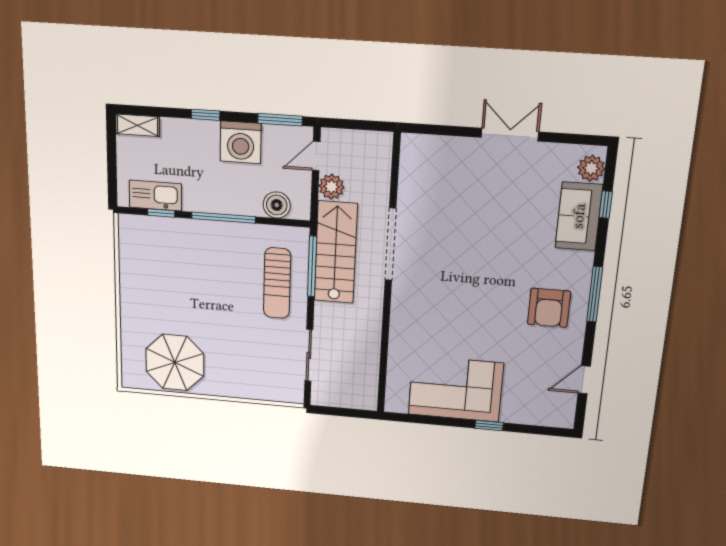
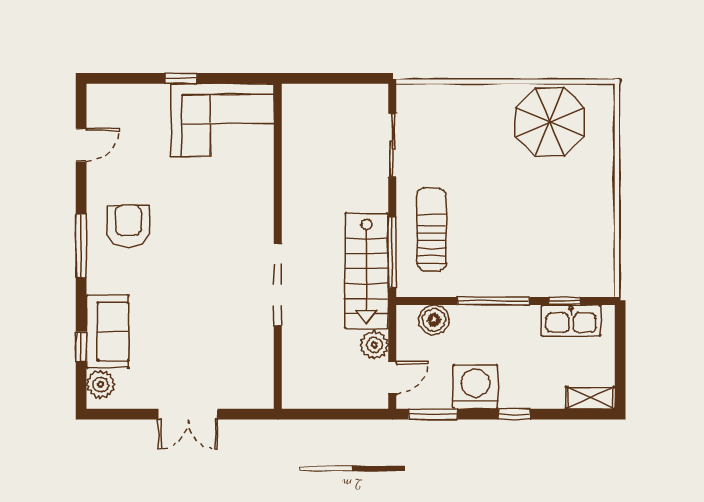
doorway: (390, 244) -> (278, 285), moved
wall: (388, 278) -> (278, 246), moved

